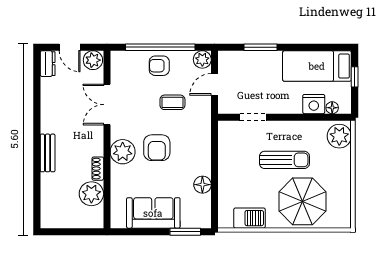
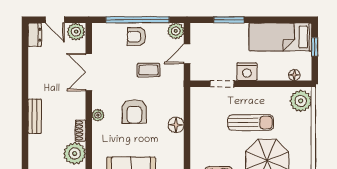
nightstand: (314, 104) -> (247, 72), moved
plant: (123, 152) -> (98, 115), width x0.53, depth x0.53
floor lamp: (202, 185) -> (176, 125), moved

